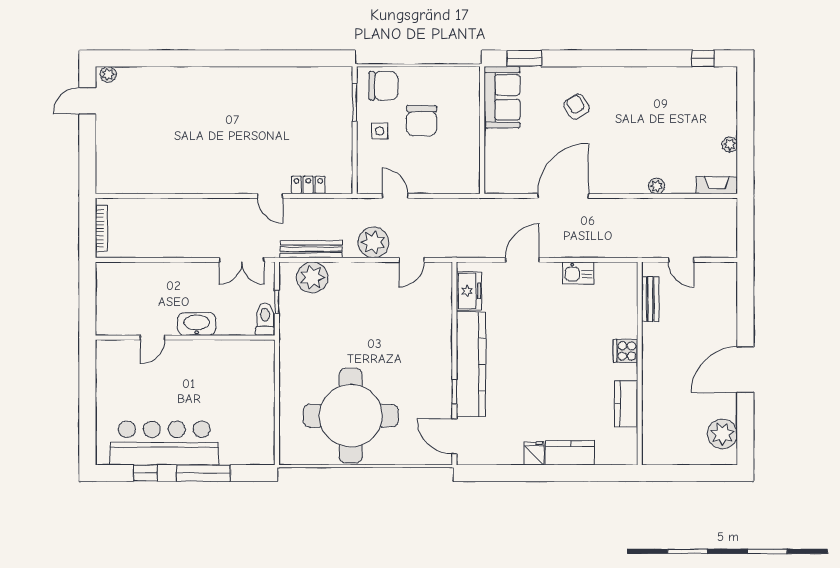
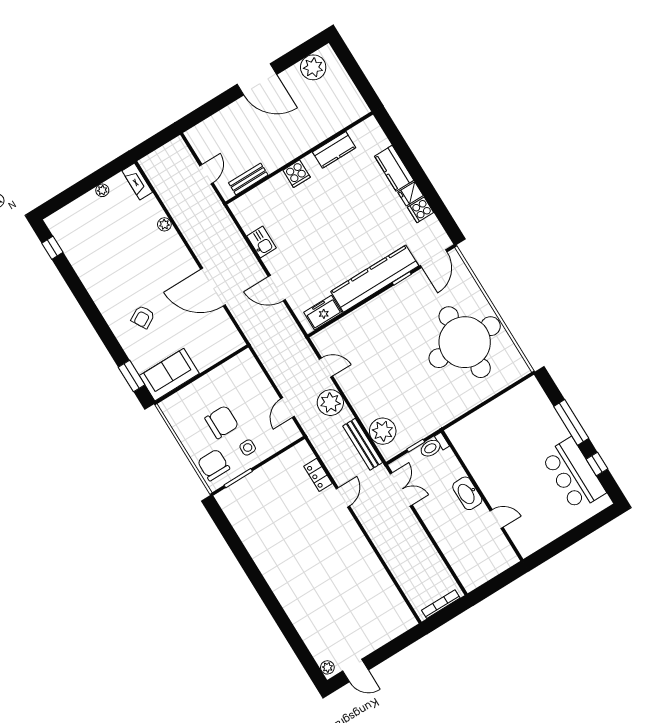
bar counter: (164, 443) -> (573, 474), width x0.73
cooker: (512, 454) -> (421, 210), added

